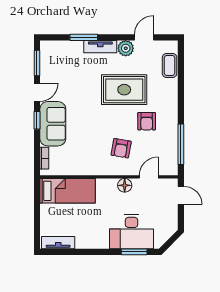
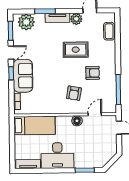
plant: (58, 51) -> (26, 22), added
rug: (124, 90) -> (76, 50), width x0.73, depth x0.70
armchair: (147, 121) -> (93, 73), turned -90
desk: (131, 232) -> (57, 155), moved

